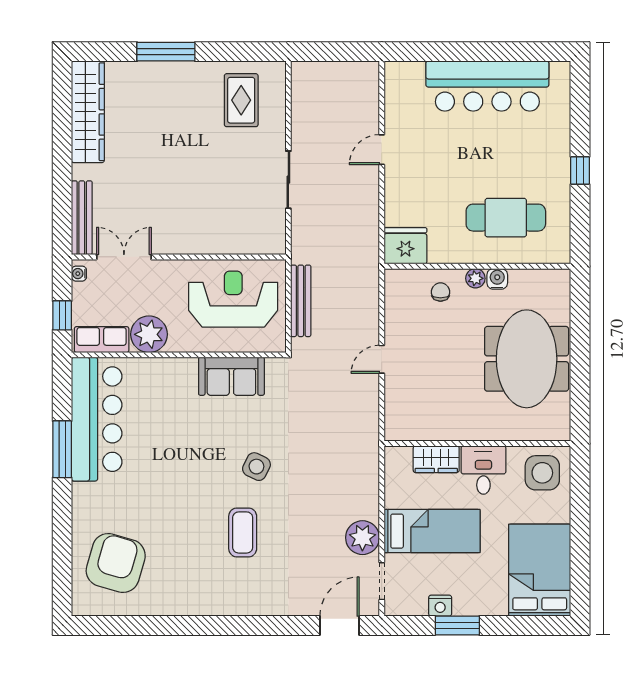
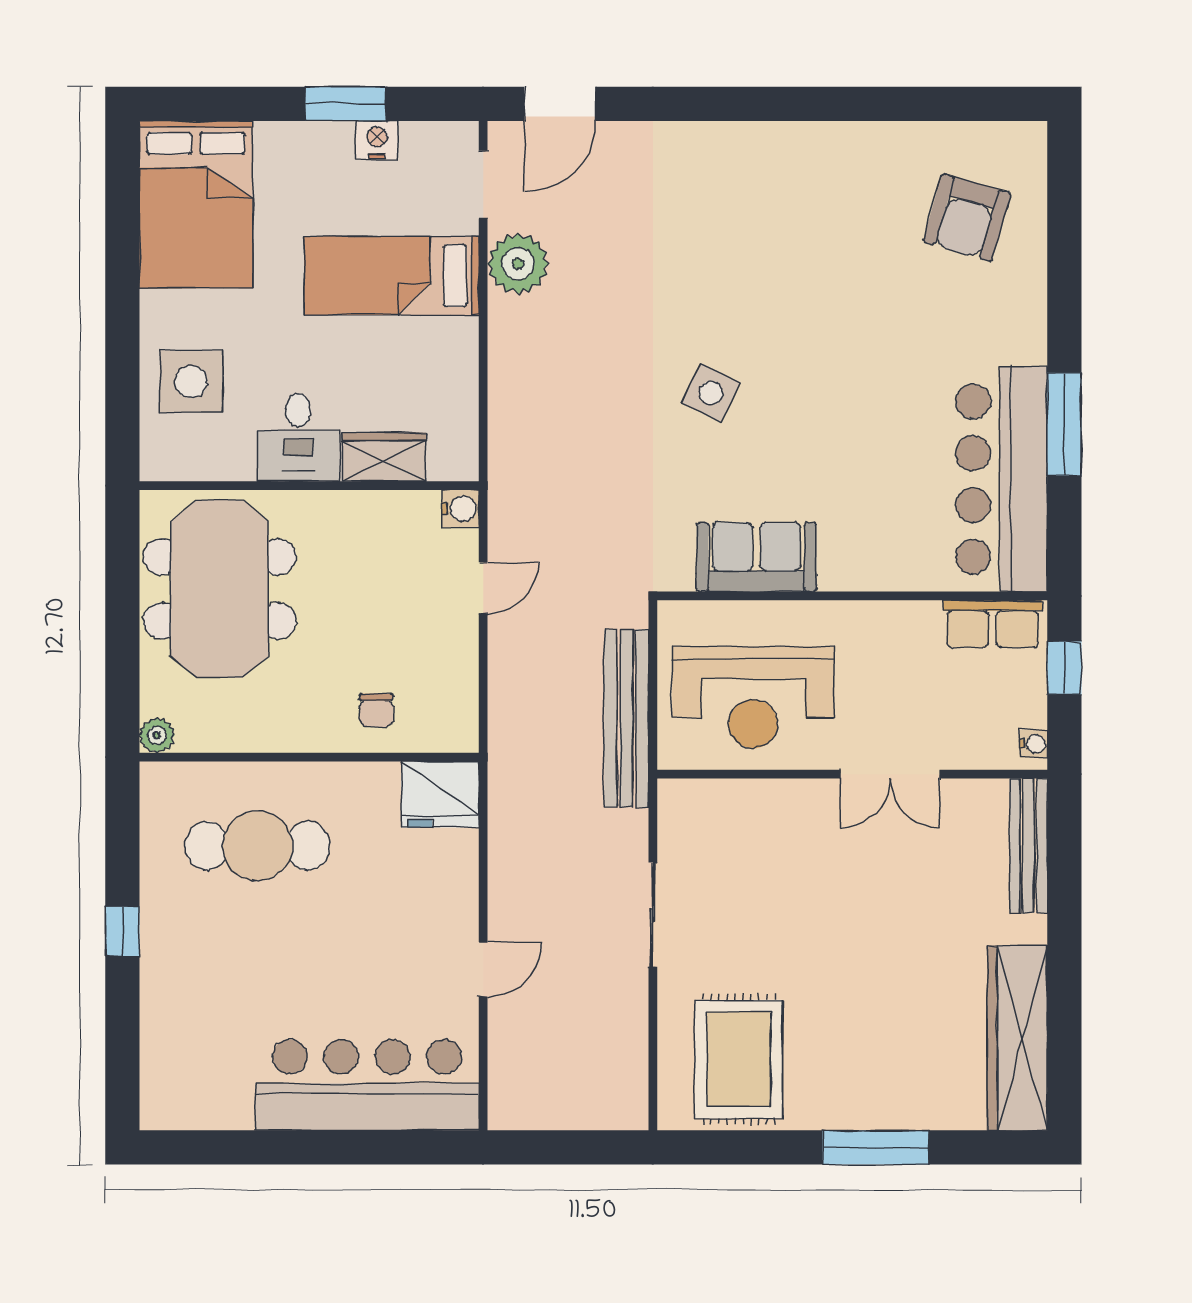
bar counter: (487, 86) -> (367, 1085), moved
rug: (241, 100) -> (739, 1059), width x1.36, depth x1.43
double door: (124, 257) -> (890, 774), moved
plant: (475, 278) -> (157, 735), moved
water cooler: (497, 279) -> (460, 509), moved, turned -90
bench: (301, 301) -> (626, 718), width x1.37, depth x1.21
plant: (149, 334) -> (906, 633), removed
wall: (477, 444) -> (309, 486), moved
wardrobe: (436, 459) -> (384, 457), moved
desk: (483, 470) -> (298, 437), moved
coffee table: (243, 532) -> (736, 273), removed
armchair: (116, 563) -> (967, 218), width x0.73, depth x0.73

